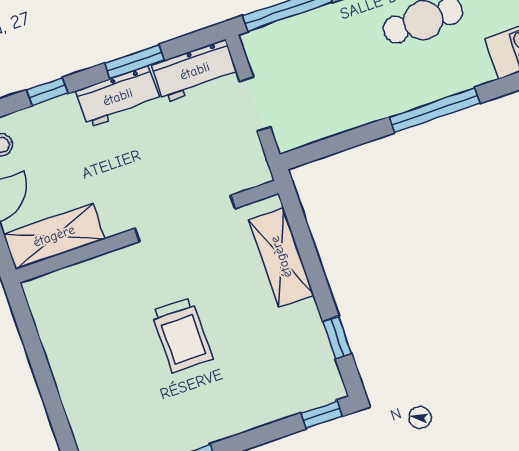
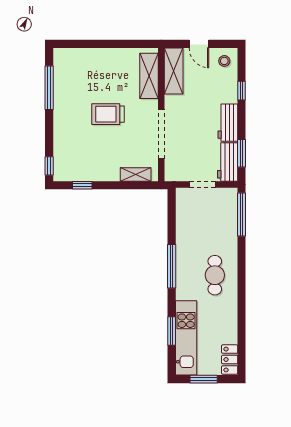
window: (134, 62) -> (242, 153), moved
shelving: (281, 257) -> (136, 174), width x0.67, depth x0.75
shelving: (80, 281) -> (149, 76), added

